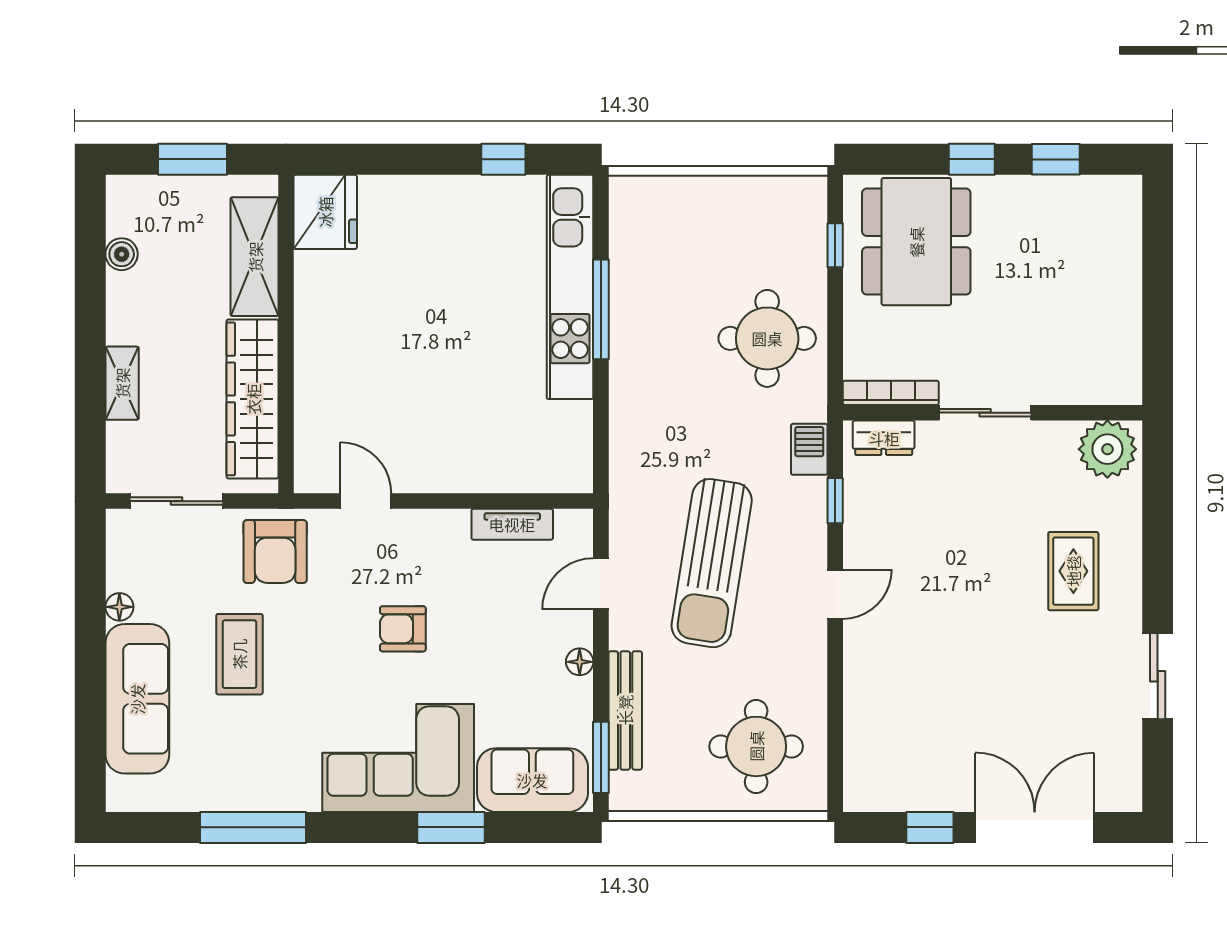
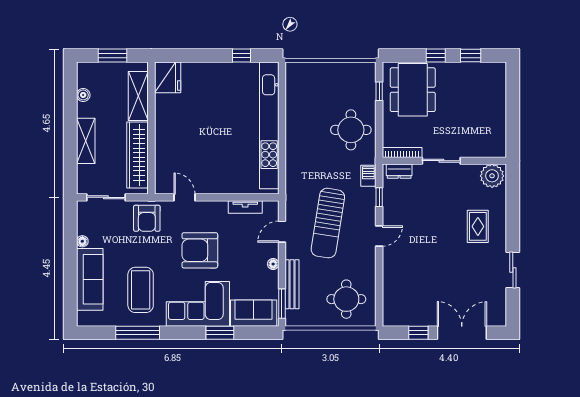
kitchen unit: (570, 287) -> (269, 125), width x1.36
window: (601, 309) -> (282, 118), removed
shelving: (122, 383) -> (86, 141), width x1.50, depth x1.33
armchair: (403, 629) -> (200, 250), width x1.88, depth x1.88
coffee table: (239, 654) -> (141, 290), moved, width x1.36, depth x1.32

